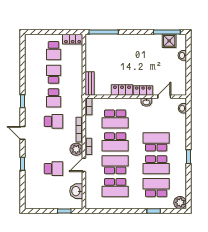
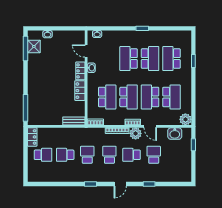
school desk: (54, 98) -> (87, 155), turned -90
school desk: (54, 145) -> (132, 155), added
plant: (180, 203) -> (185, 119), moved

